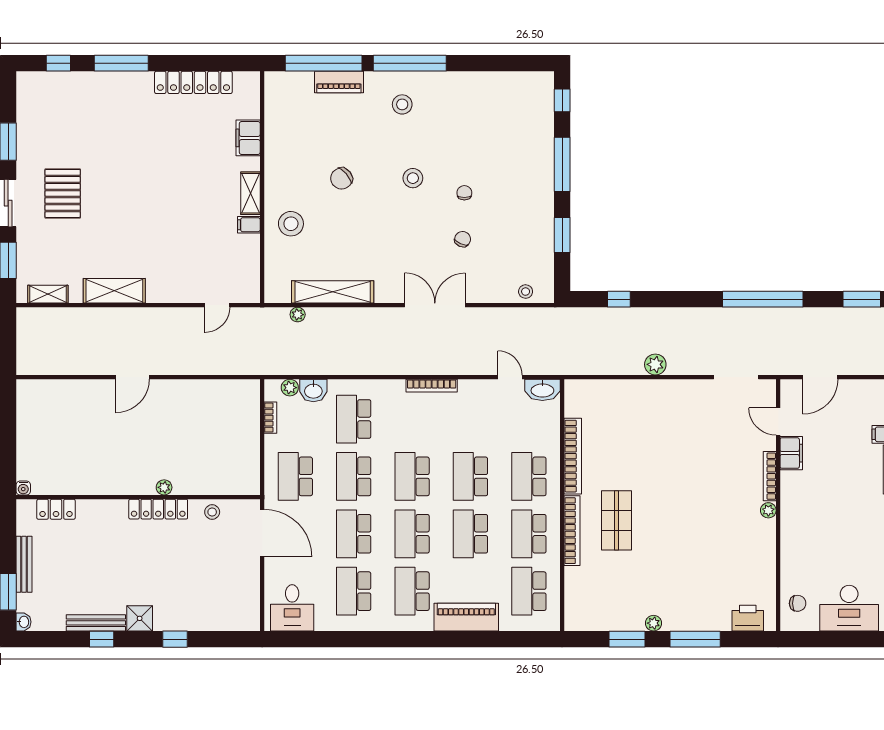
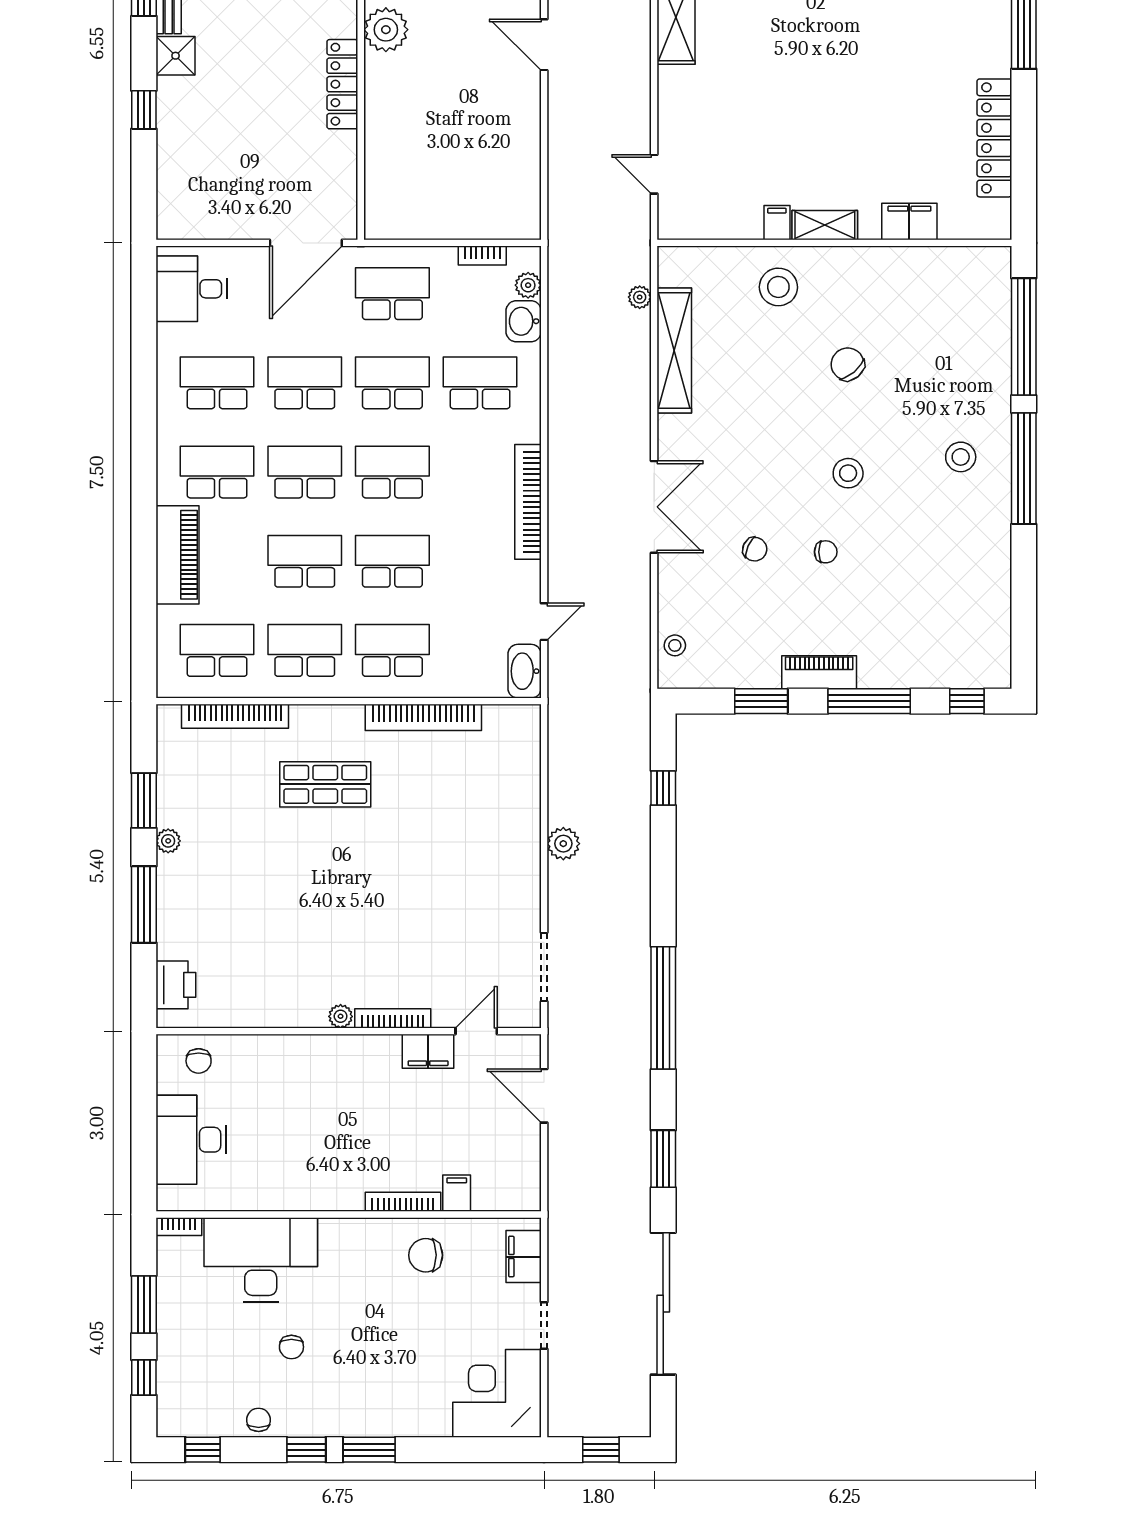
piano: (339, 82) -> (819, 672), moved, turned 90
bookcase: (432, 386) -> (528, 502), width x1.48, depth x1.31
plant: (164, 487) -> (386, 30), moved, width x1.88, depth x1.88
stool: (212, 512) -> (338, 167), removed
bookcase: (572, 531) -> (235, 716), moved

